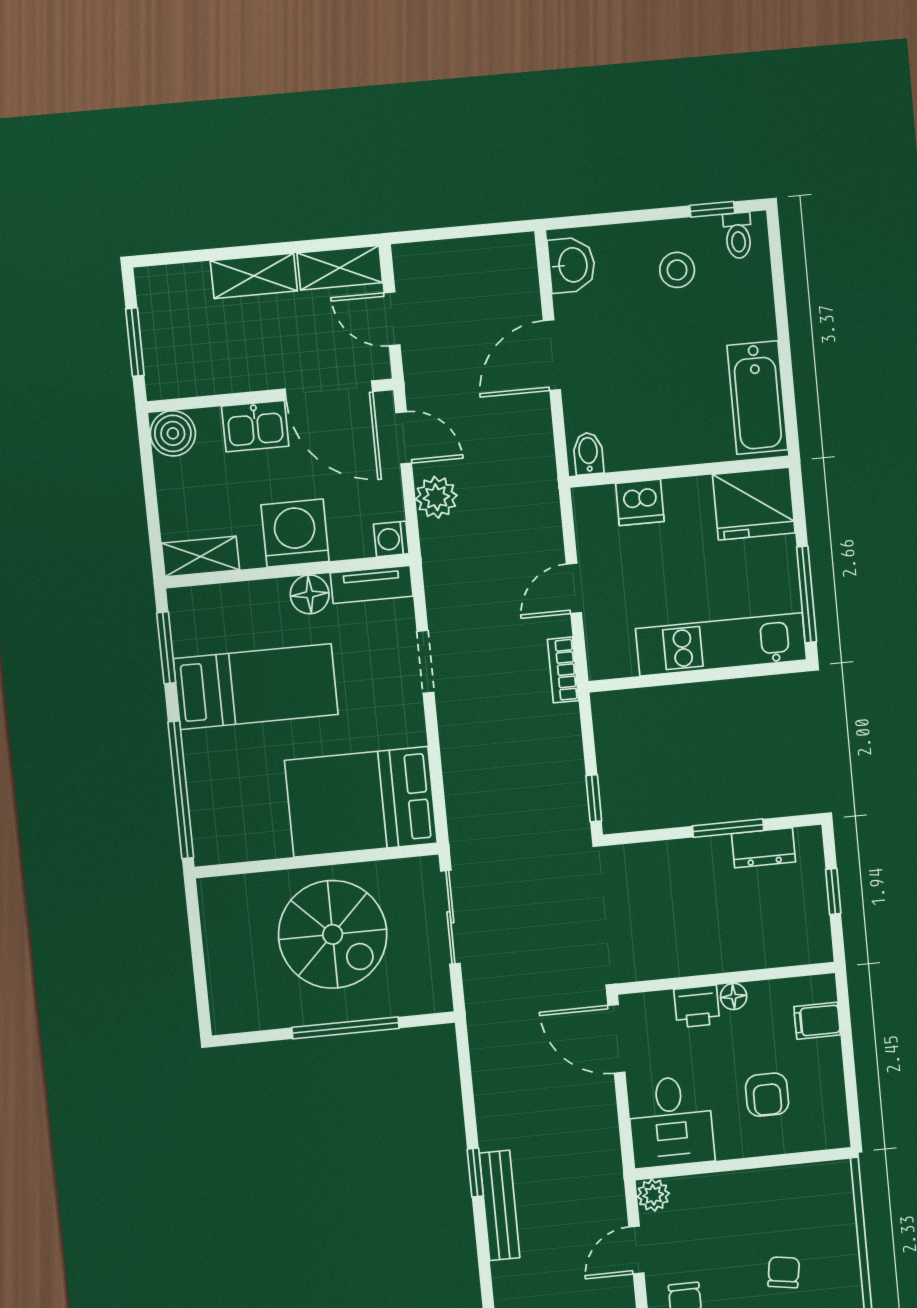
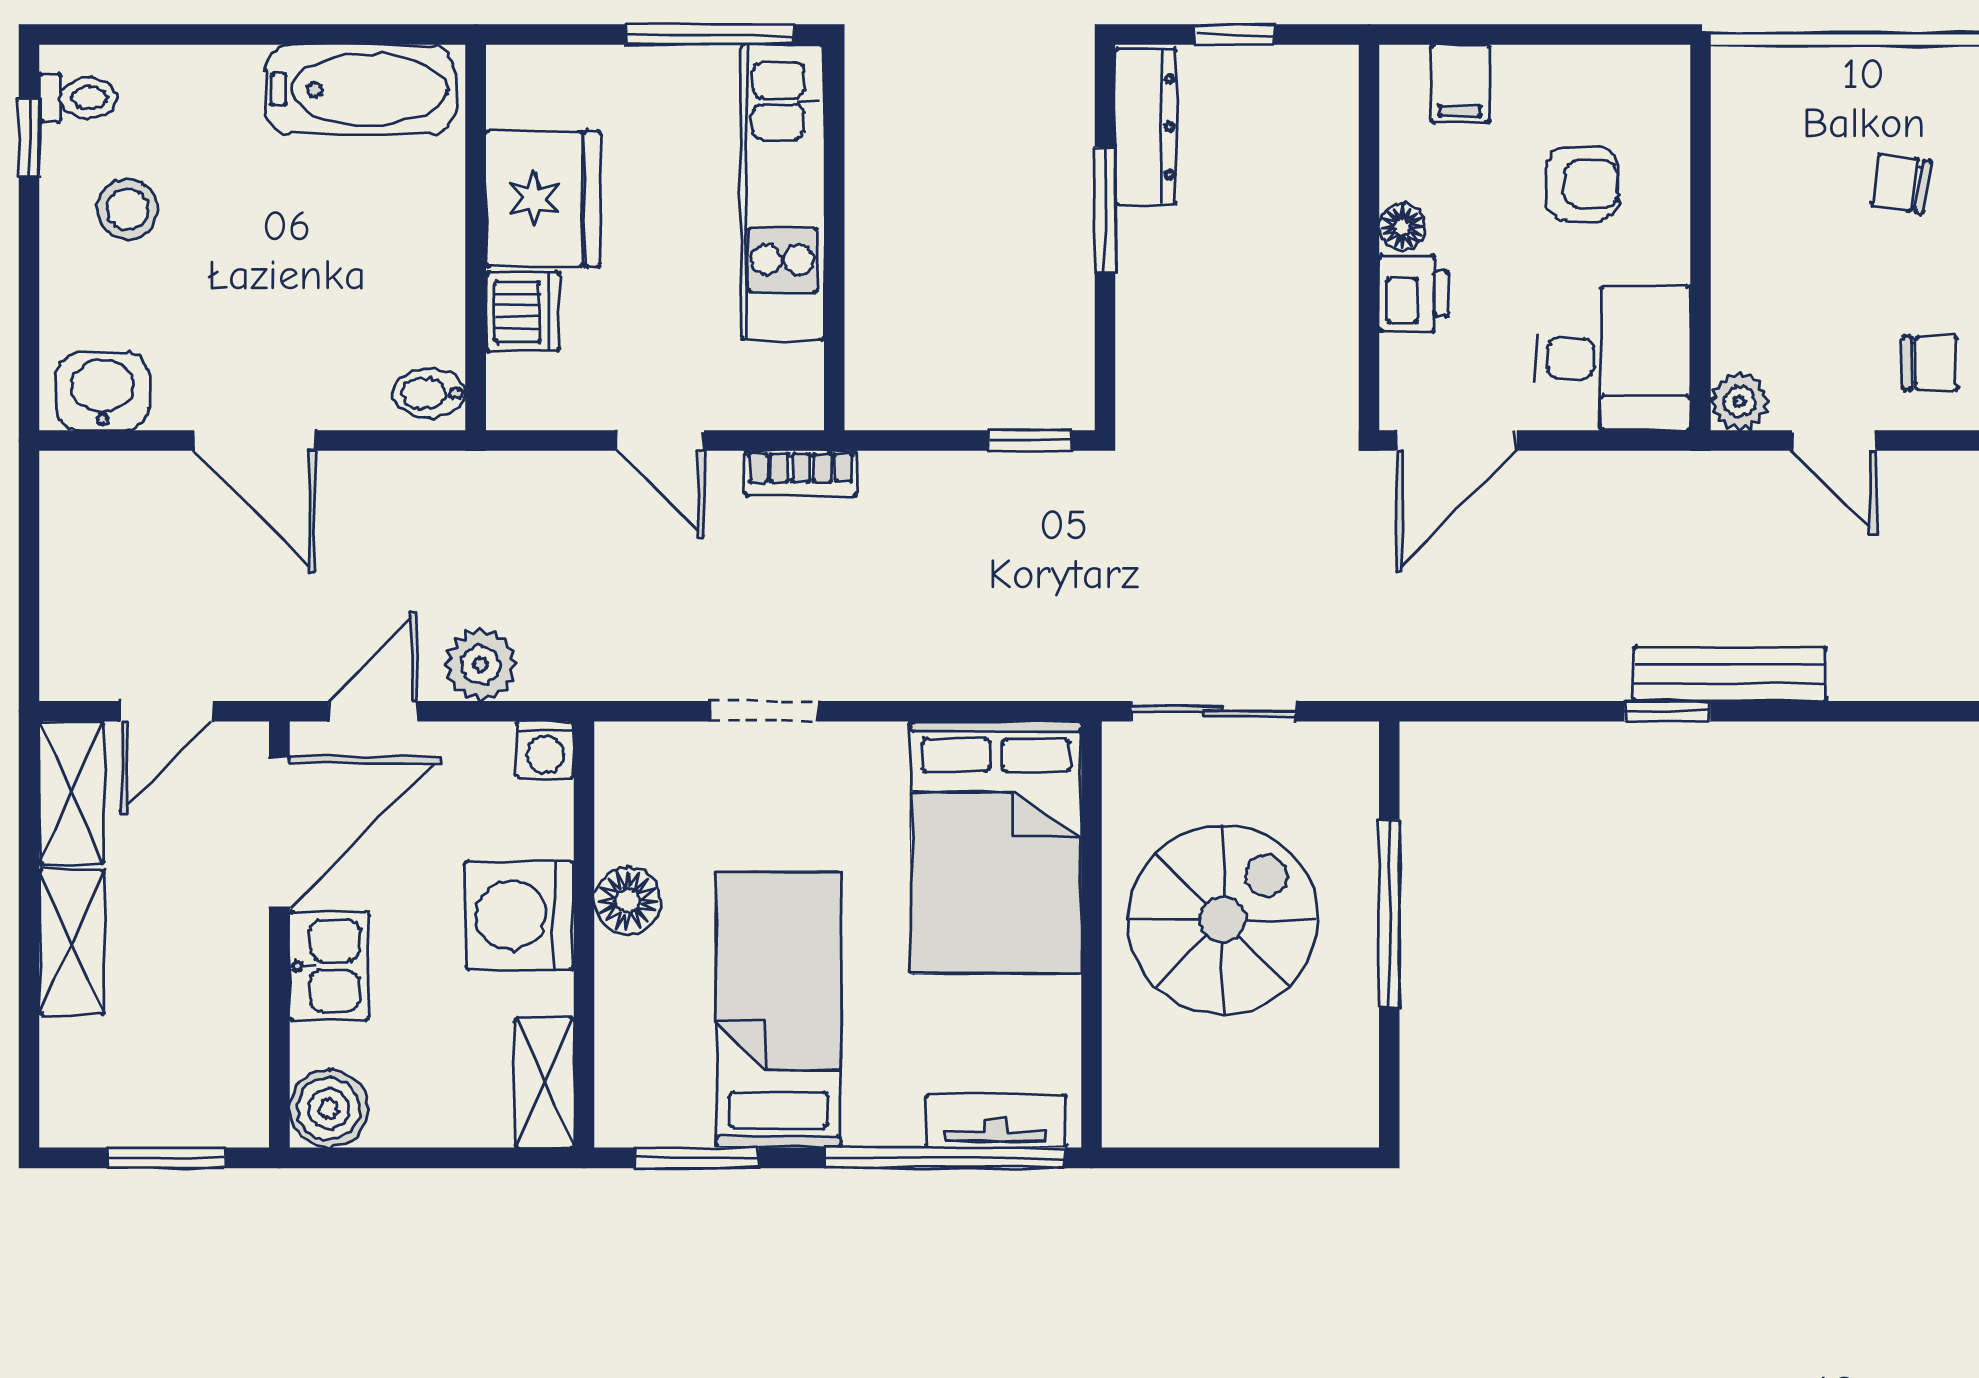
fridge: (754, 504) -> (543, 199), moved
tv unit: (372, 585) -> (996, 1121), moved, turned -90
dresser: (763, 848) -> (1146, 127), width x1.44

